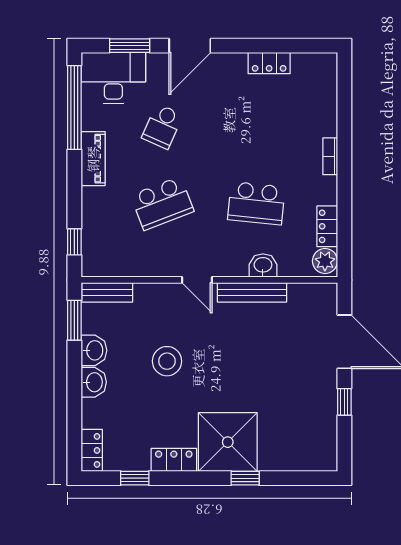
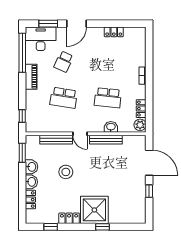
school desk: (162, 203) -> (64, 98), turned 30
bench: (107, 292) -> (56, 140), moved, width x1.36
locker: (92, 450) -> (30, 200), moved

